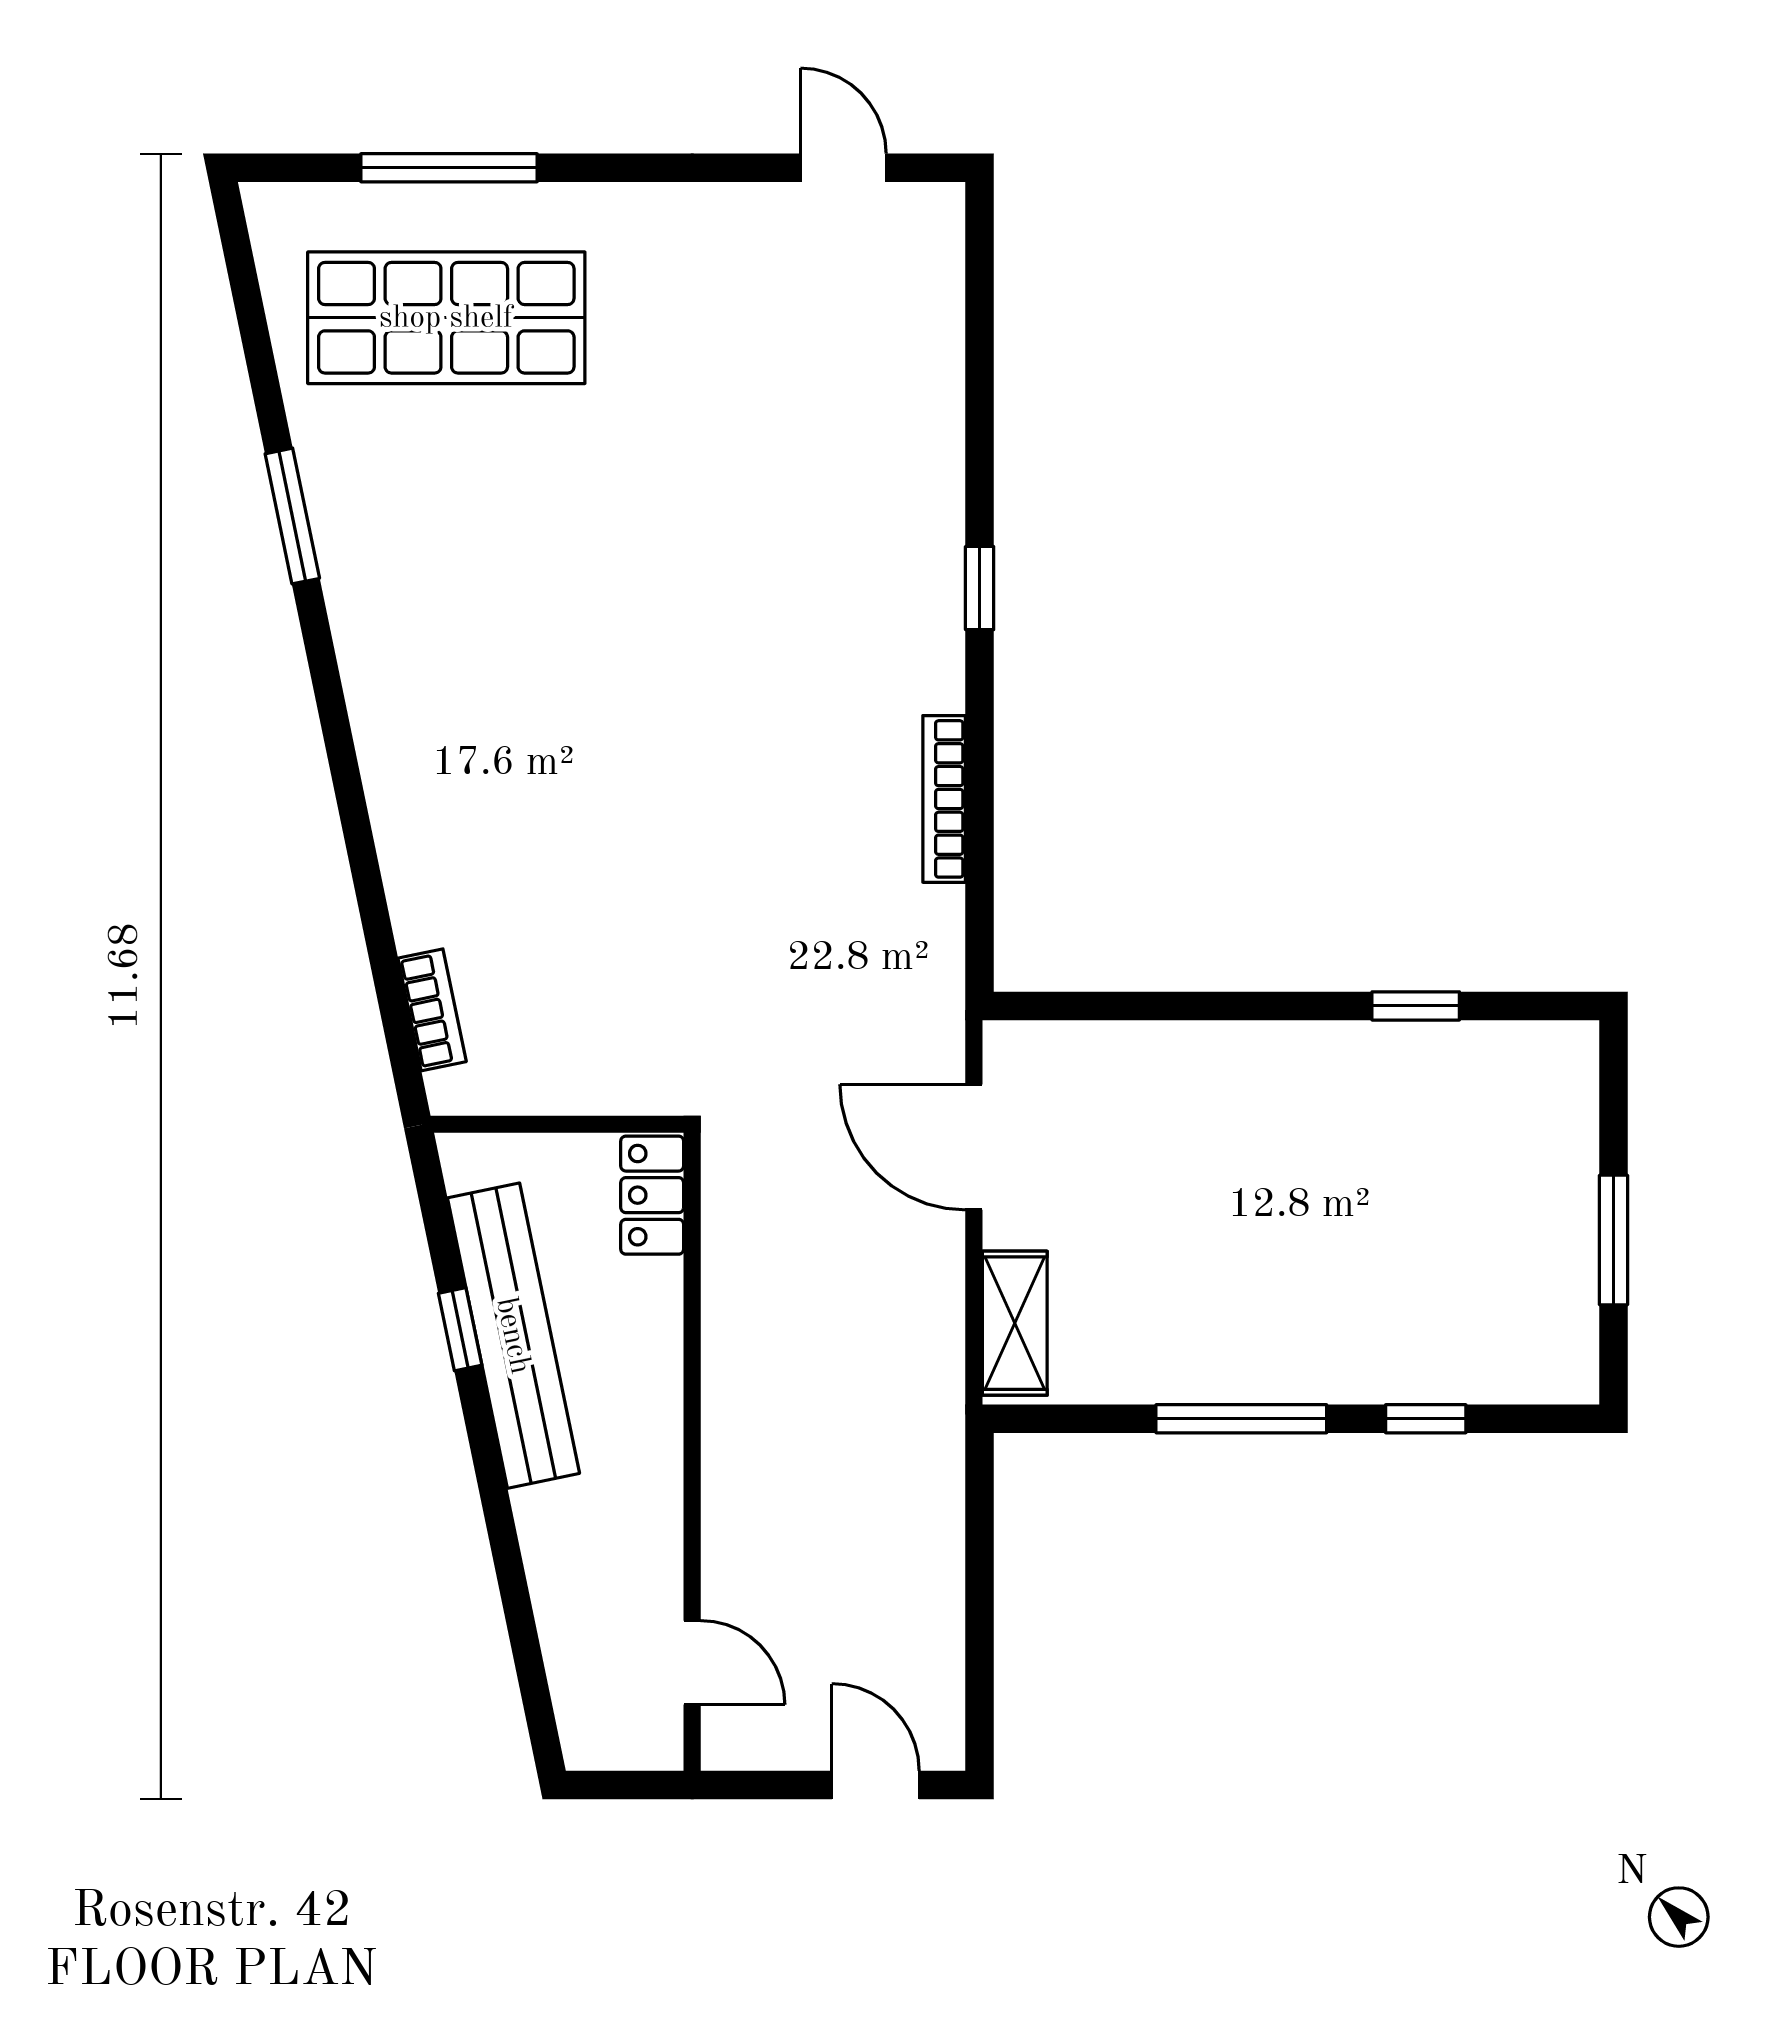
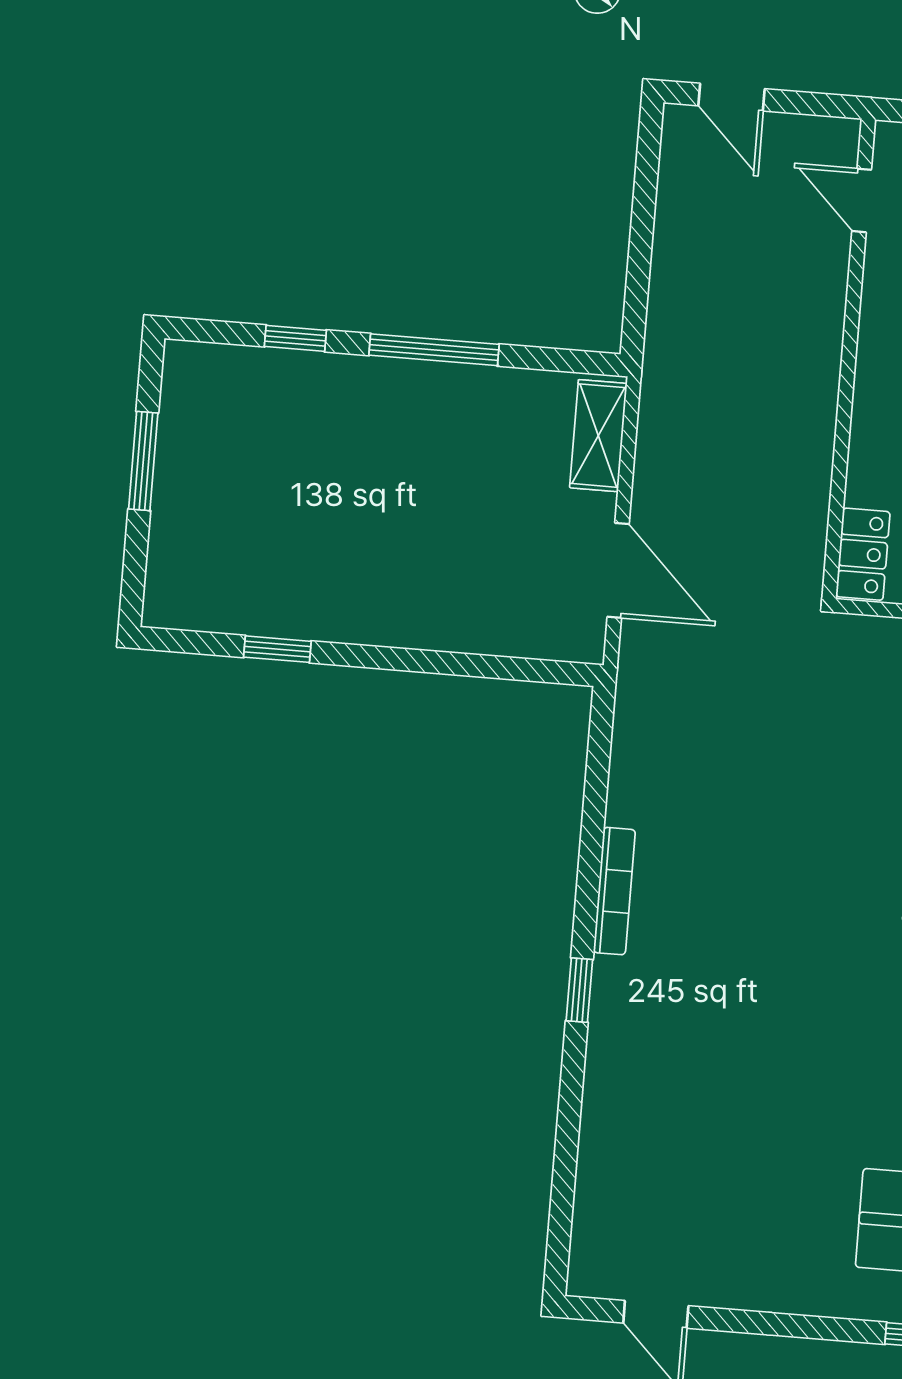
bookcase: (944, 799) -> (614, 891), moved

